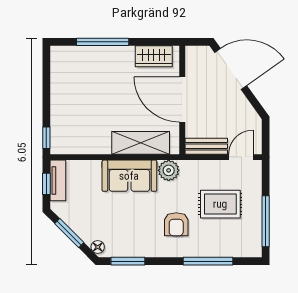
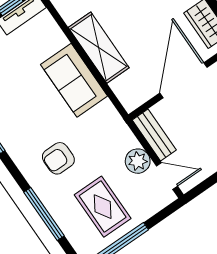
shelving: (141, 143) -> (99, 48), moved
plant: (169, 170) -> (138, 161), moved
rug: (220, 204) -> (103, 207), moved

